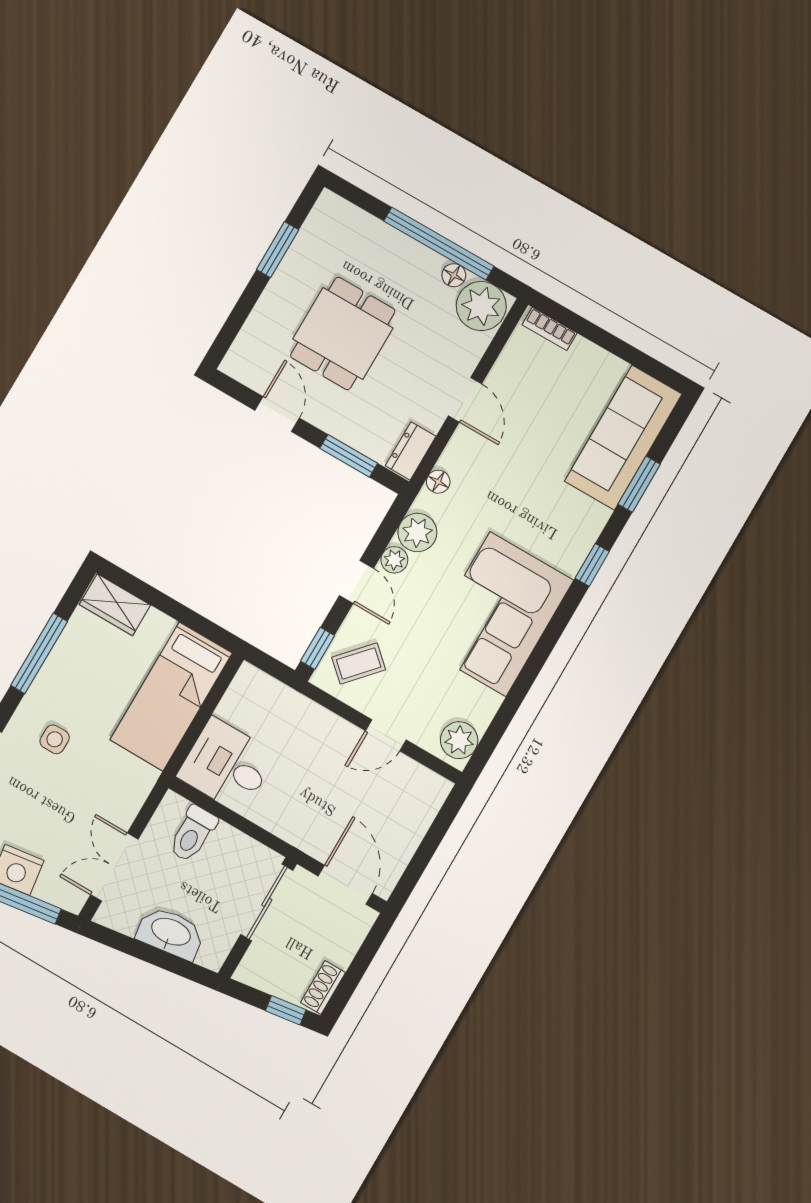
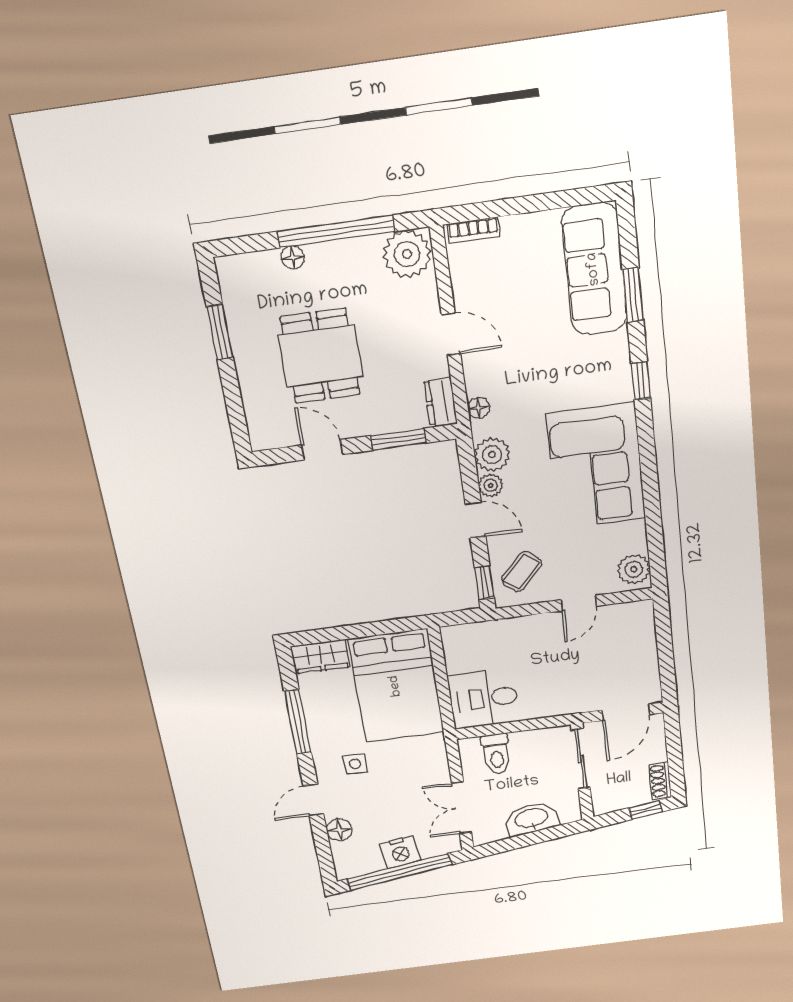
floor lamp: (454, 275) -> (293, 257), moved
bed: (171, 696) -> (396, 686), width x1.50
door: (345, 885) -> (626, 712), swing flipped

